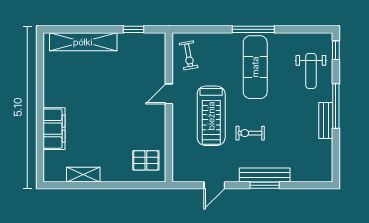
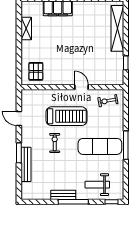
treadmill: (211, 116) -> (67, 116), turned 180
bench: (265, 175) -> (26, 164), moved

